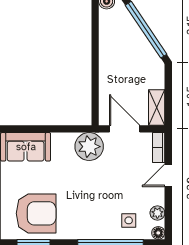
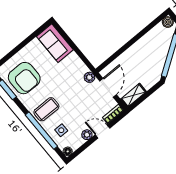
plant: (89, 147) -> (89, 77), width x0.53, depth x0.53
plant: (157, 213) -> (87, 135), moved
coffee table: (92, 218) -> (46, 109), added

